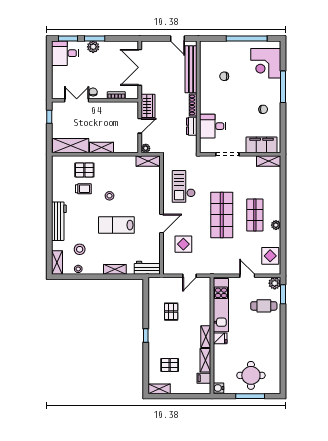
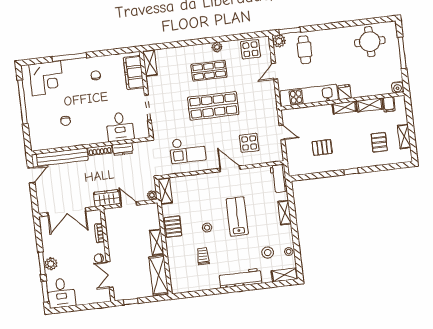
pallet: (84, 170) -> (173, 227), moved
lab bench: (116, 225) -> (237, 217), turned 180
round table: (251, 375) -> (370, 42), moved
shelving: (159, 389) -> (404, 136), moved

